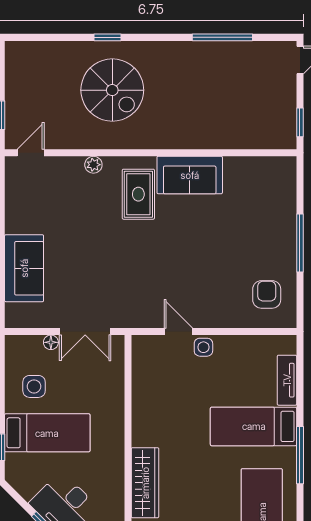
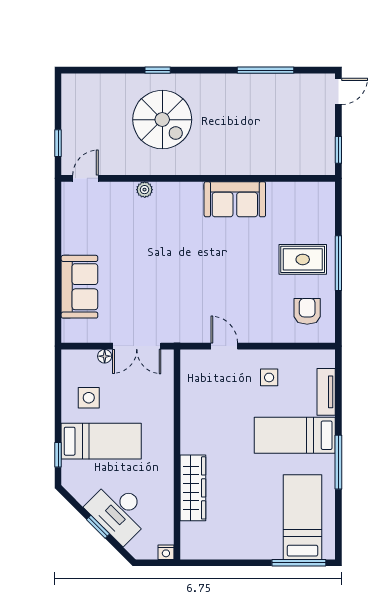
rug: (138, 194) -> (303, 259), moved, turned 90
side table: (203, 347) -> (269, 377), moved

